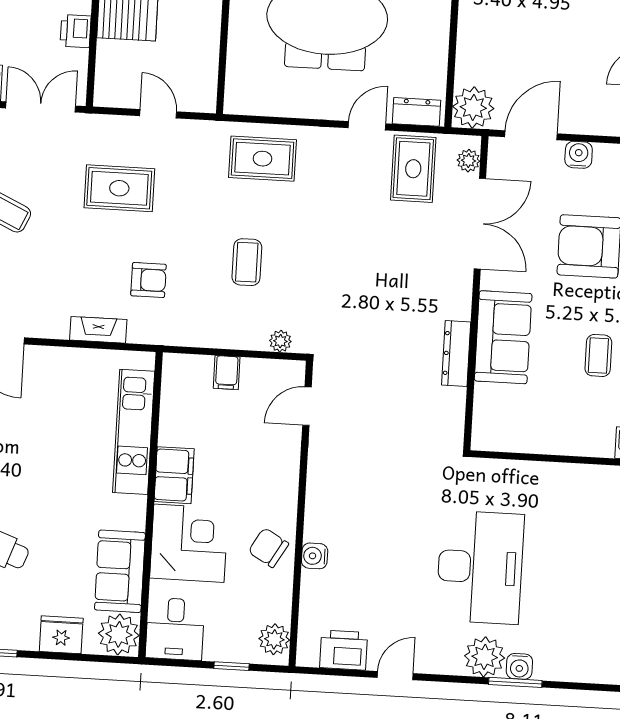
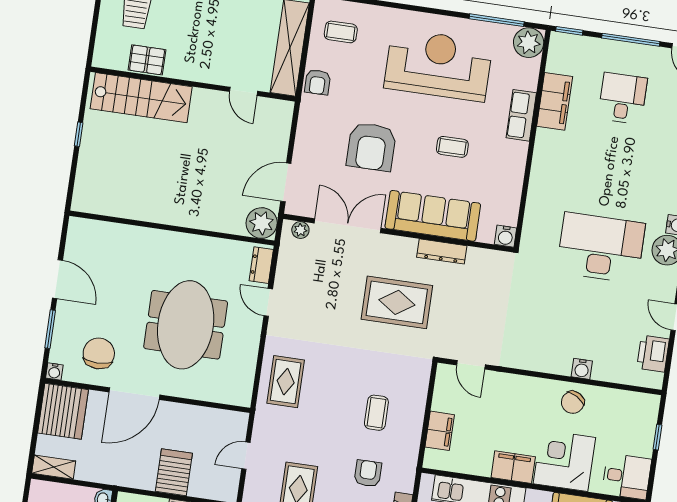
door: (531, 135) -> (286, 182), hinge flipped
water cooler: (579, 155) -> (506, 236), moved, turned -90
rug: (413, 169) -> (397, 302), moved, width x1.36, depth x1.43
coffee table: (247, 262) -> (376, 413), moved, turned 90
sofa: (503, 337) -> (433, 216), width x1.36
plant: (280, 341) -> (421, 380), removed
filing cabinet: (227, 373) -> (440, 431), width x2.00
plant: (274, 639) -> (641, 404), removed

